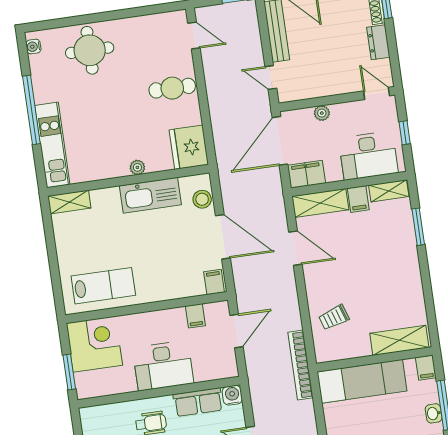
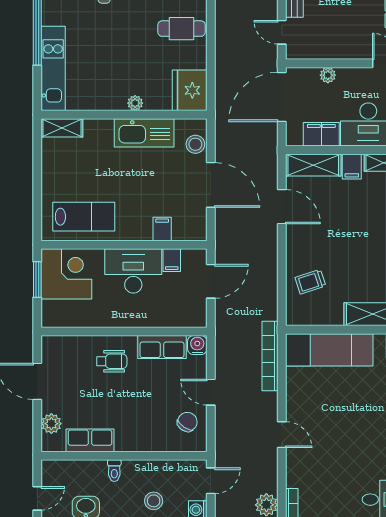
filing cabinet: (306, 174) -> (321, 134), moved
filing cabinet: (214, 282) -> (162, 229), moved
bookcase: (300, 365) -> (270, 356), moved
desk: (163, 366) -> (133, 271), moved, turned 180
window: (69, 372) -> (37, 279), moved

